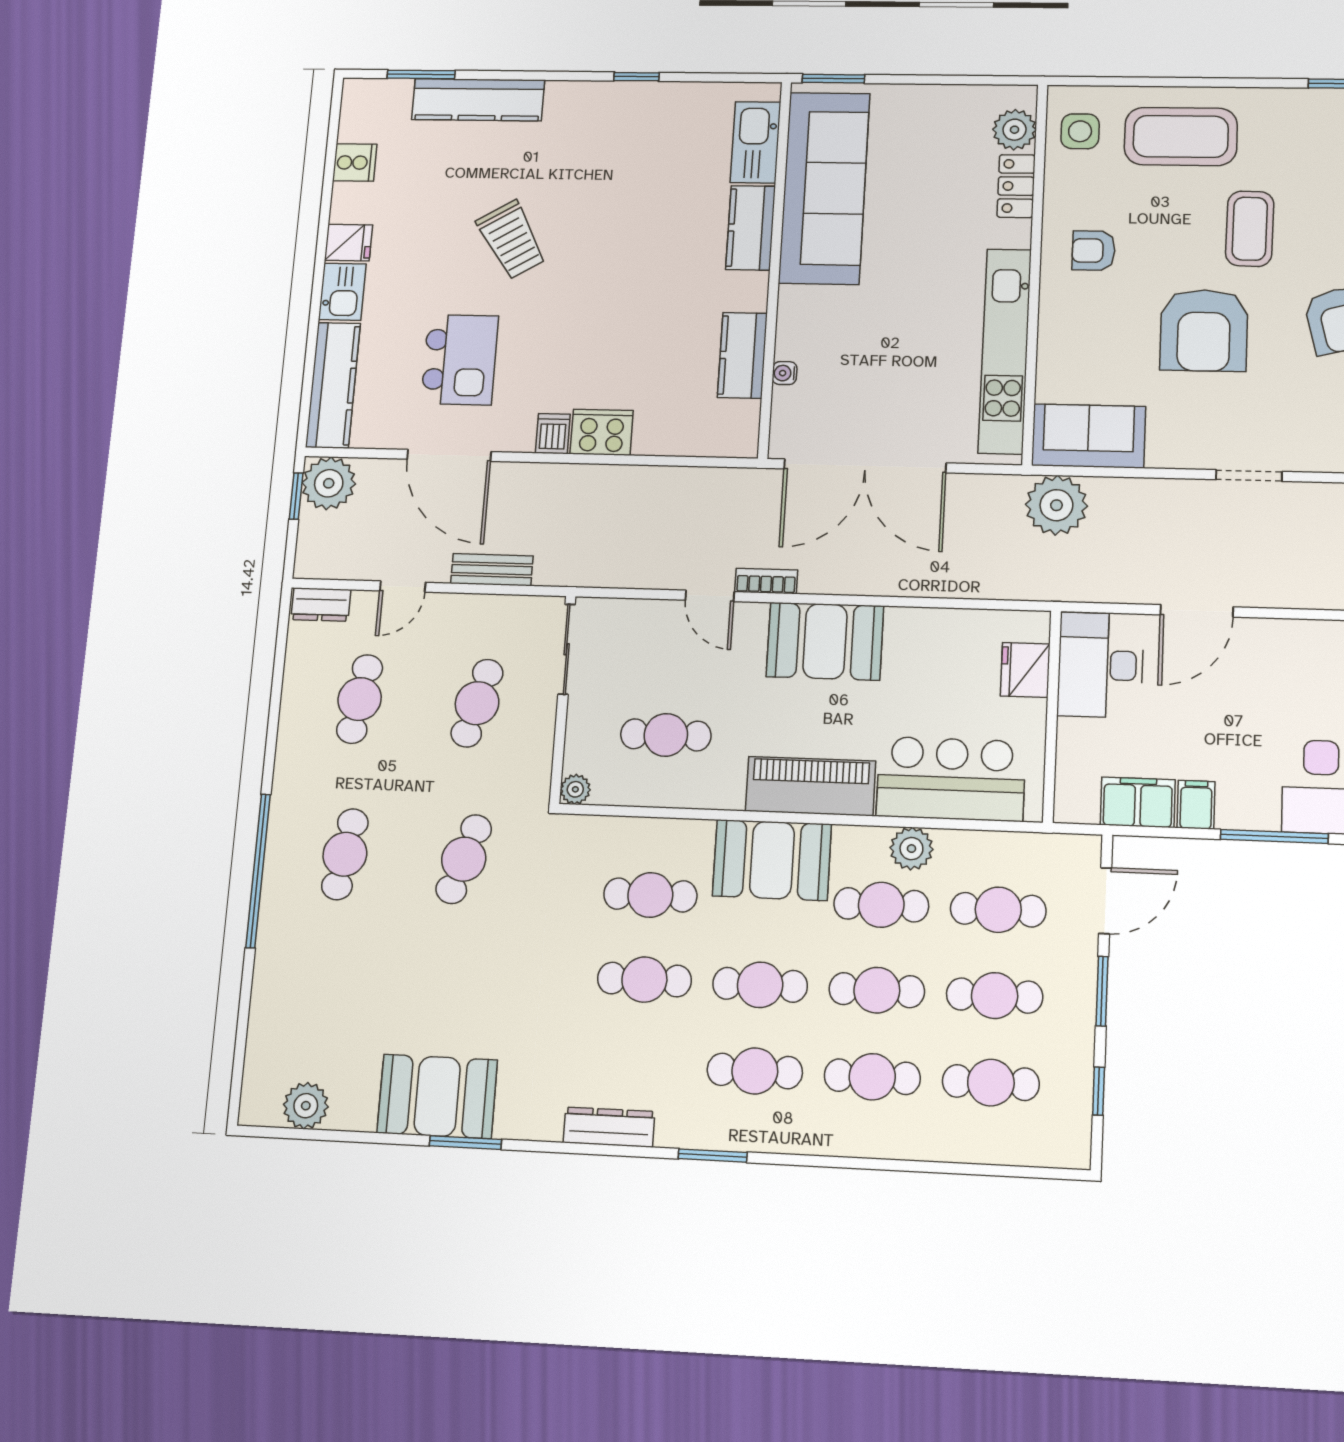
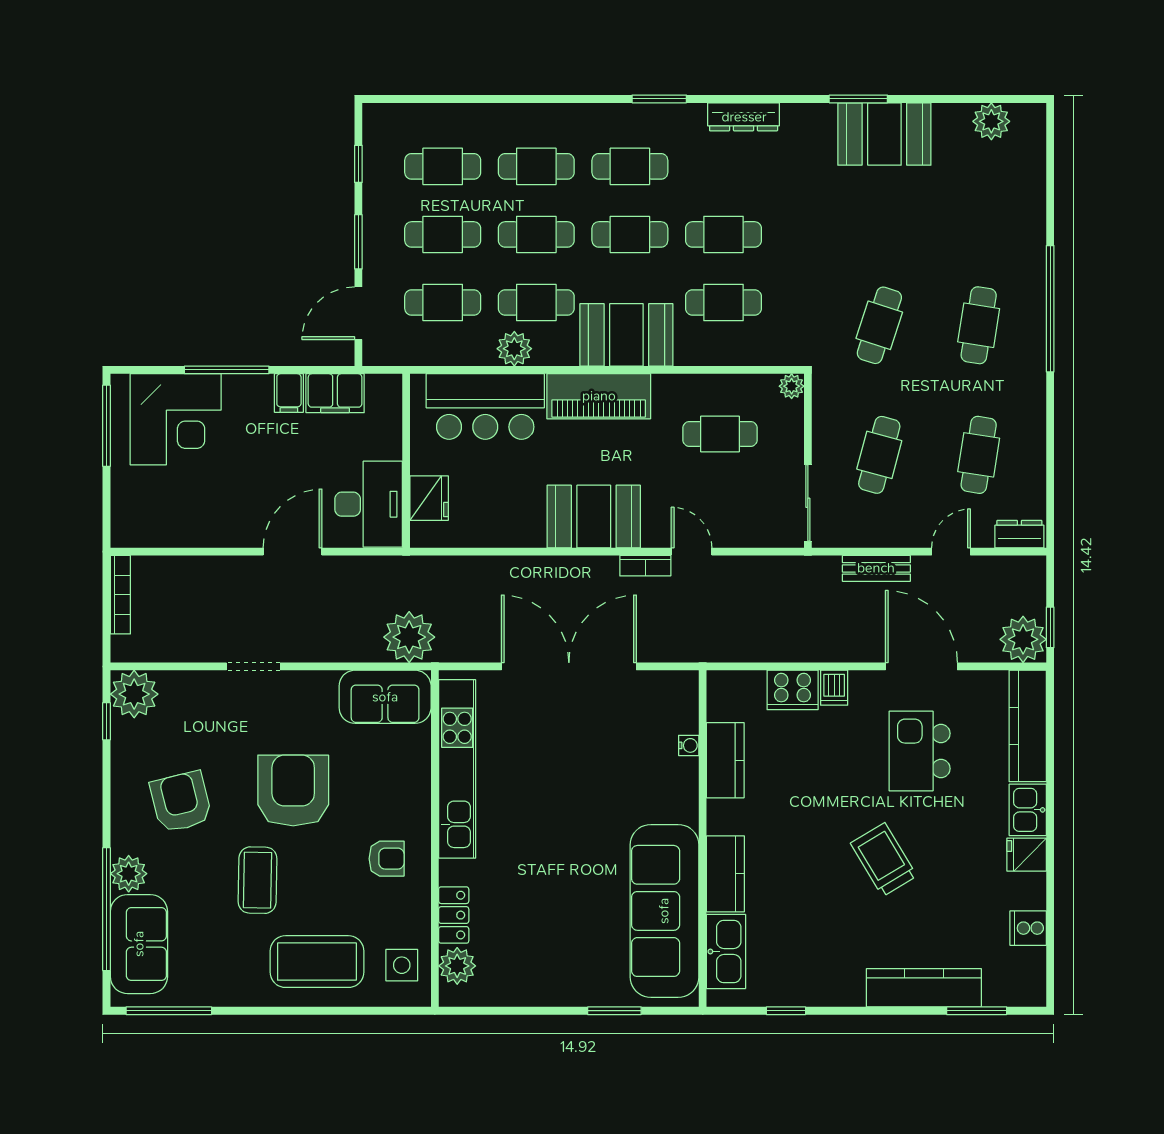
kitchen sink: (756, 142) -> (726, 952), moved
sofa: (824, 188) -> (664, 911), moved
kitchen counter: (751, 228) -> (725, 874), moved
wall: (775, 268) -> (703, 839), moved
kitchen counter: (742, 355) -> (725, 760), moved
water cooler: (785, 373) -> (689, 745), moved

